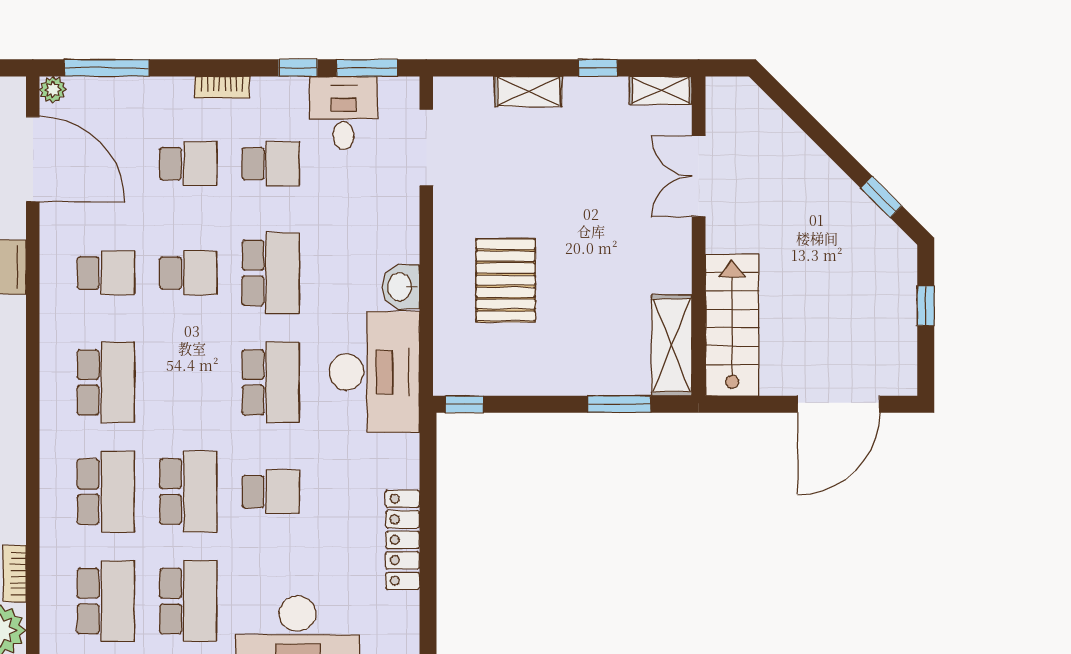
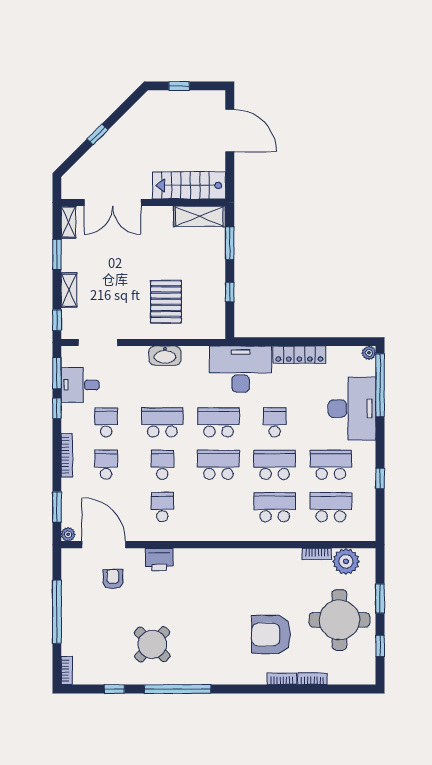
window: (107, 68) -> (57, 507), width x0.69
window: (470, 68) -> (57, 320), added
window: (598, 68) -> (57, 254), width x1.50
bookcase: (222, 87) -> (67, 455), width x1.56
door: (33, 159) -> (104, 545), hinge flipped
double door: (699, 176) -> (113, 203), width x1.37
window: (881, 197) -> (97, 134), moved
pallet: (506, 280) -> (166, 302), turned 90
washbasin: (401, 287) -> (165, 356), width x1.38
desk: (374, 372) -> (241, 369), moved
school desk: (106, 382) -> (218, 465), moved
window: (465, 404) -> (230, 292), moved

